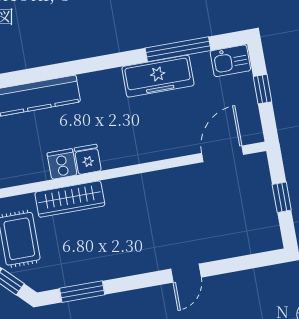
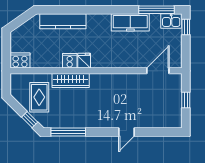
window: (178, 49) -> (156, 10), moved
window: (262, 89) -> (186, 27), moved
window: (82, 292) -> (68, 132), width x1.44

